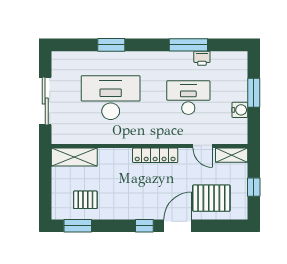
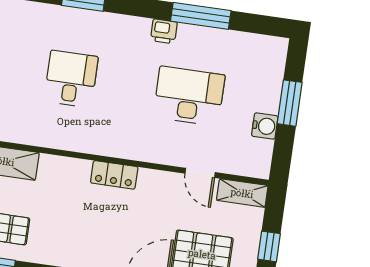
printer: (202, 58) -> (164, 31), moved
desk: (111, 98) -> (71, 79), width x0.53, depth x0.77
locker: (155, 155) -> (114, 175), width x0.66

